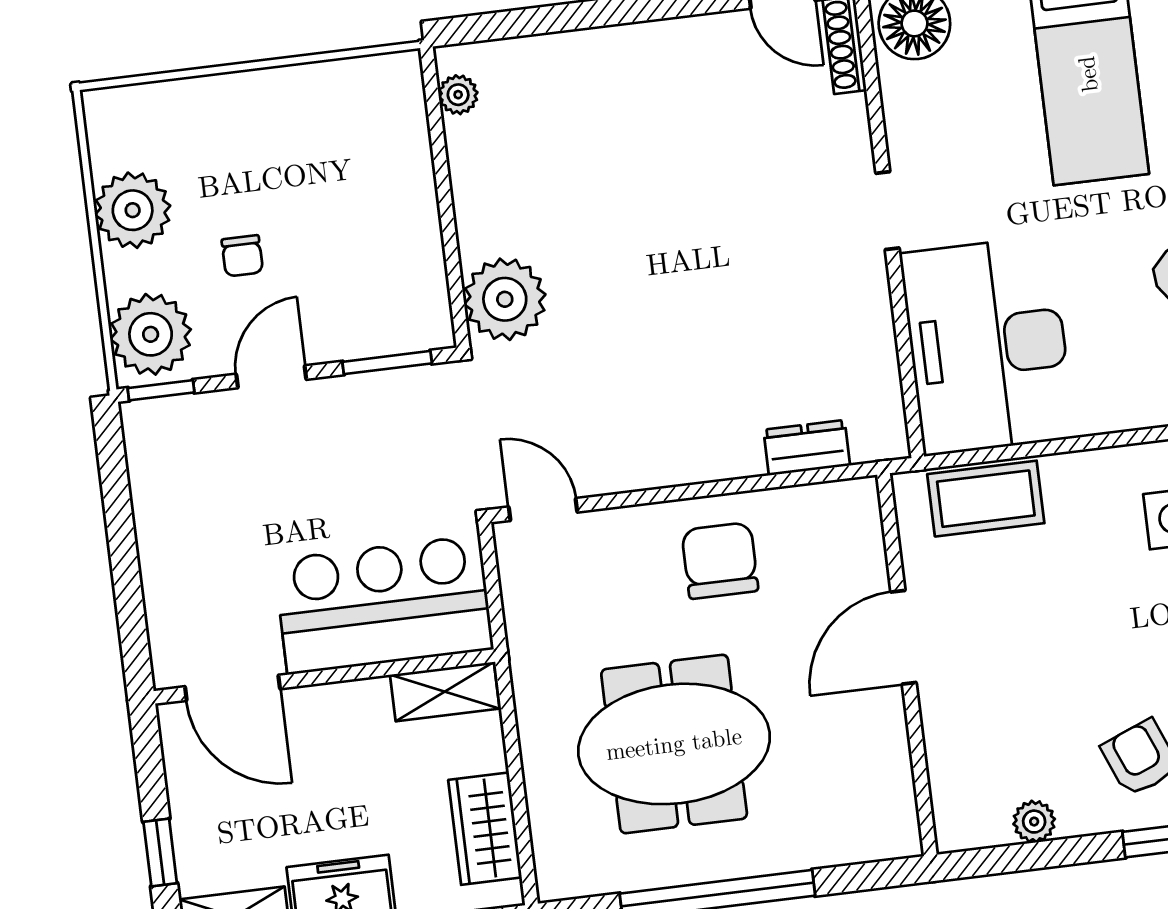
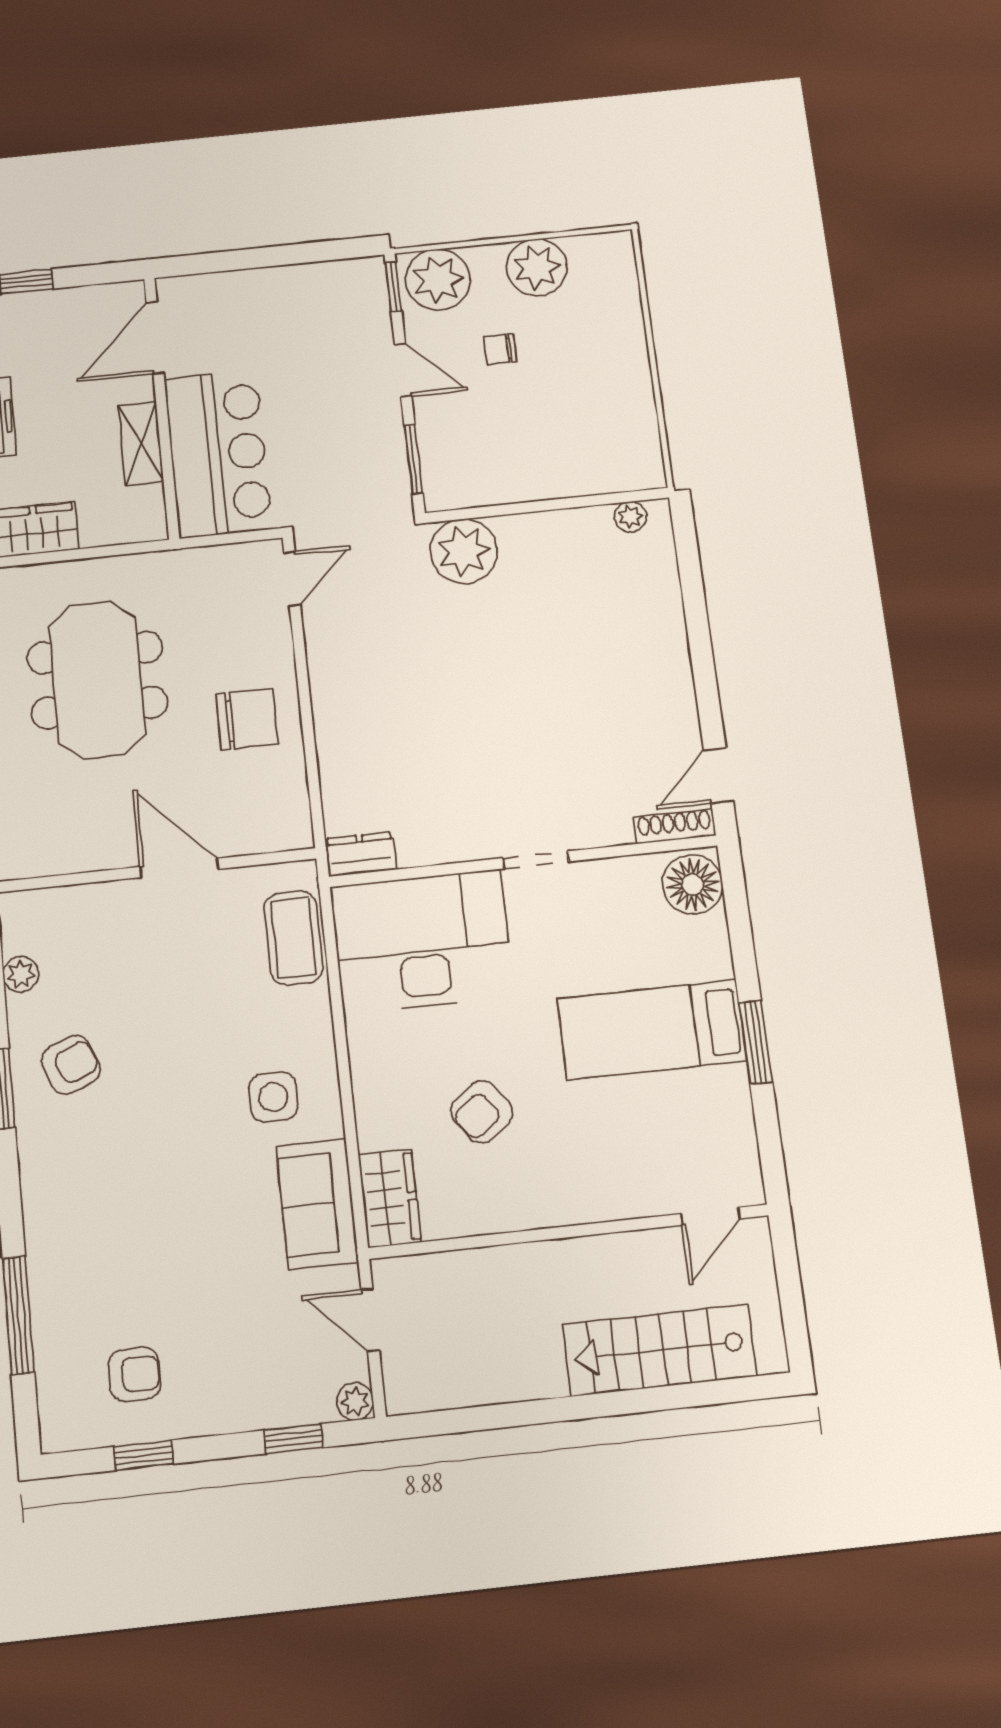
dresser: (807, 448) -> (361, 854), moved, turned -90
shelving: (445, 692) -> (141, 443), moved

